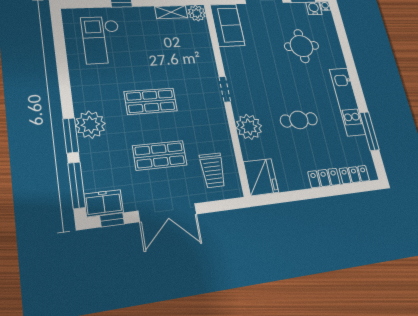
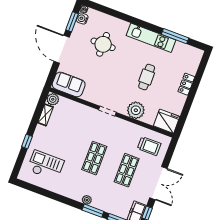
checkout: (102, 40) -> (46, 165), turned 180
plant: (90, 125) -> (87, 200), width x0.53, depth x0.53
locker: (354, 175) -> (194, 64), removed

